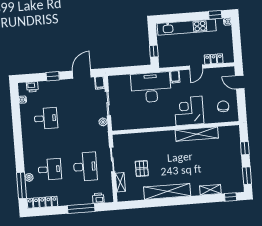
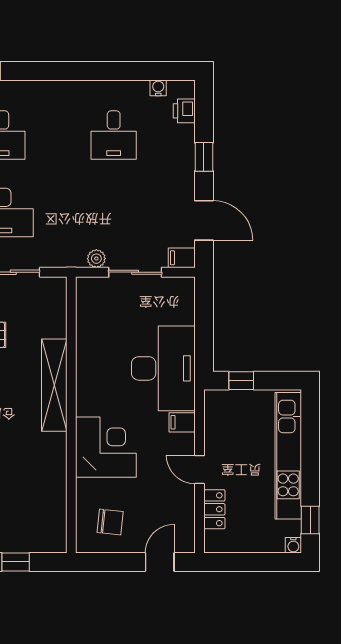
shelving: (197, 134) -> (54, 385), moved

